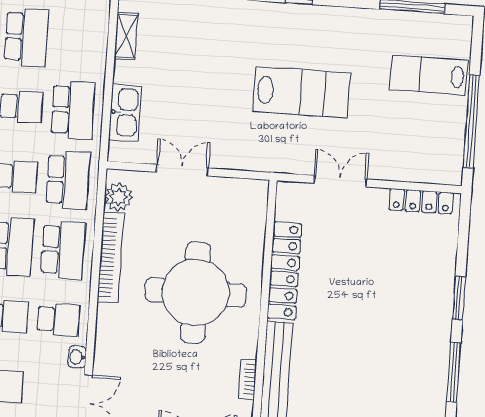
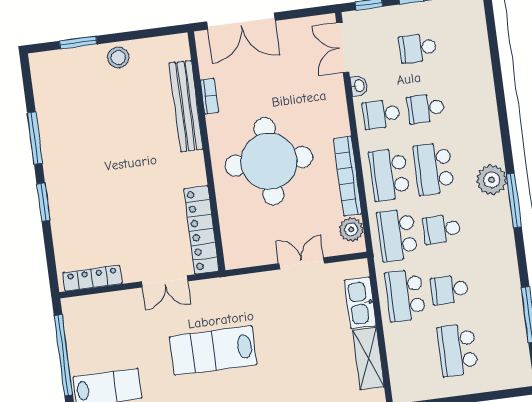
shelving: (126, 36) -> (368, 358), width x1.50, depth x1.33
double door: (182, 170) -> (302, 263), swing flipped
locker: (284, 271) -> (201, 230), moved

